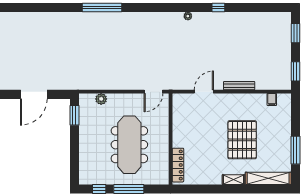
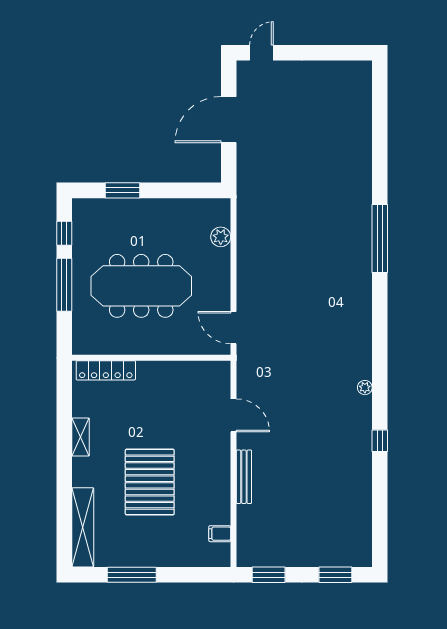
door: (34, 94) -> (229, 120), hinge flipped
window: (74, 115) -> (122, 190), moved
pallet: (242, 140) -> (150, 482), turned 90
shelving: (233, 180) -> (81, 437), moved

